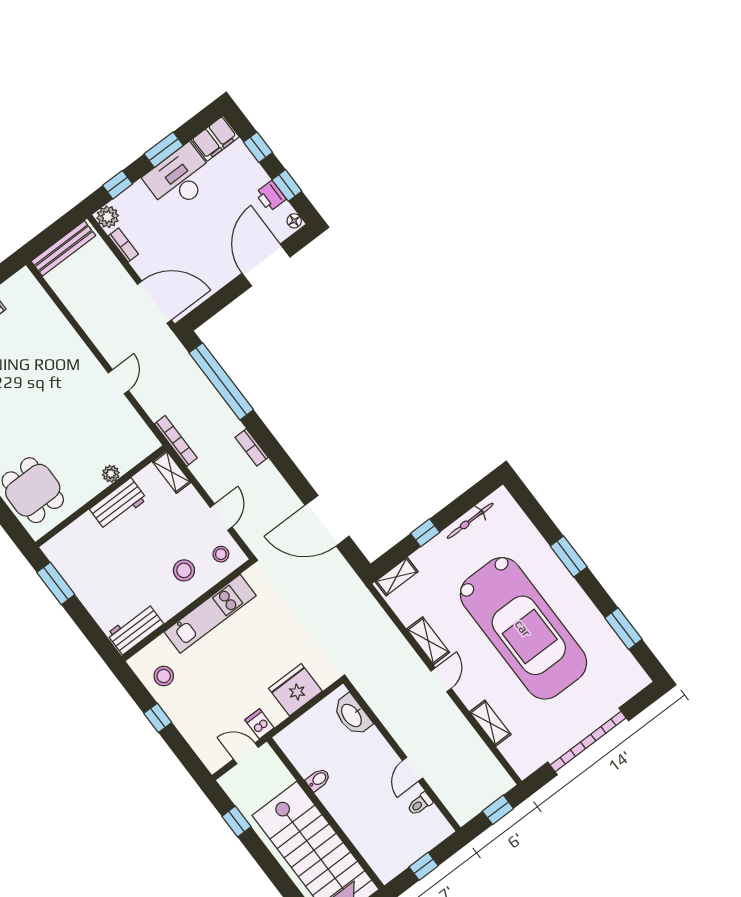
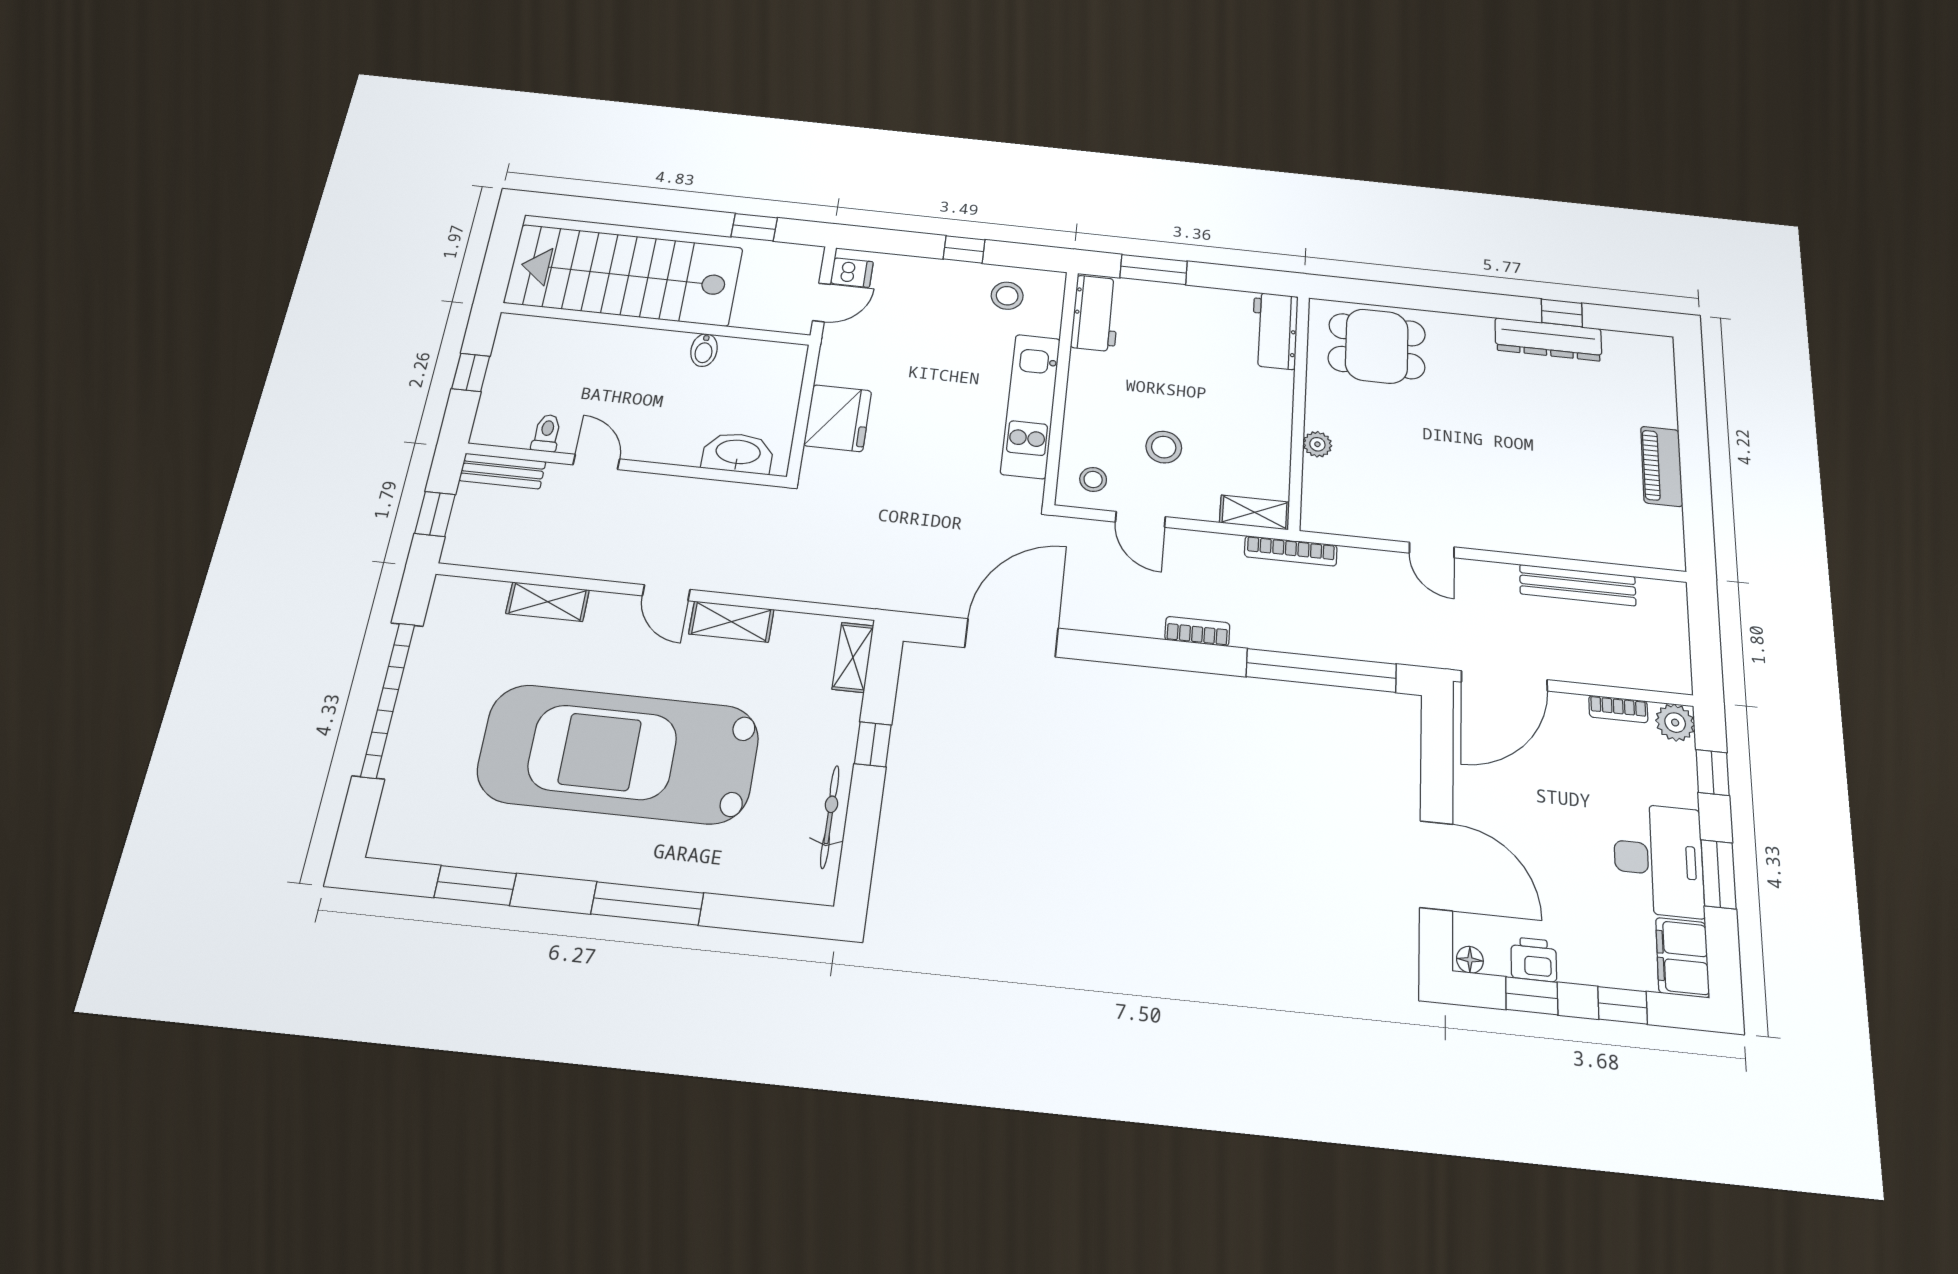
bench: (63, 248) -> (1578, 585), moved, turned 90
workbench: (118, 504) -> (1275, 331), moved
window: (569, 557) -> (647, 903), width x1.44
stool: (184, 570) -> (1164, 447), moved
window: (56, 583) -> (1154, 270), moved
dishwasher: (259, 724) -> (852, 273), moved
bench: (454, 803) -> (502, 471), added

